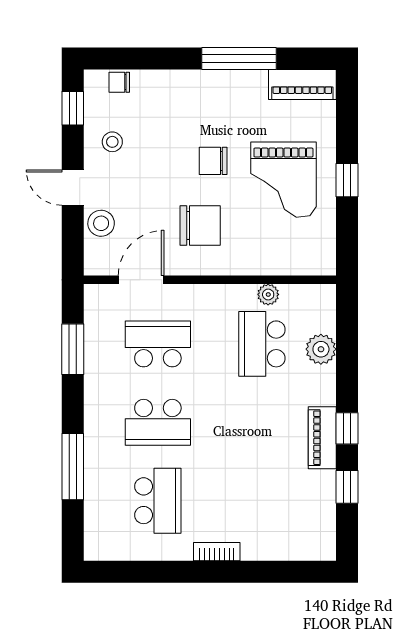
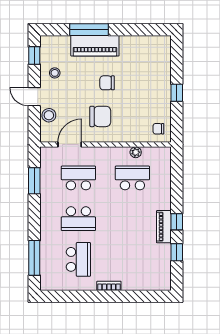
window: (239, 58) -> (89, 30), moved
chair: (119, 82) -> (158, 129), moved
piano: (302, 84) -> (95, 46), moved, width x1.37, depth x1.33
grand piano: (283, 180) -> (144, 93), removed
school desk: (262, 344) -> (132, 178), turned 90
plant: (321, 349) -> (163, 181), removed
window: (73, 467) -> (34, 258), moved

